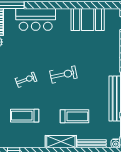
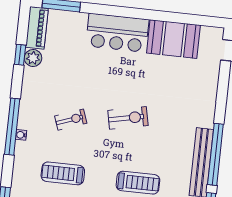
bar counter: (36, 19) -> (117, 33), moved

